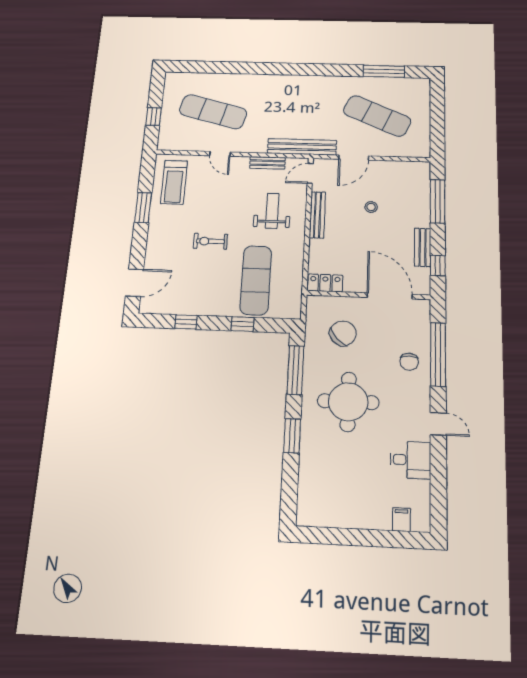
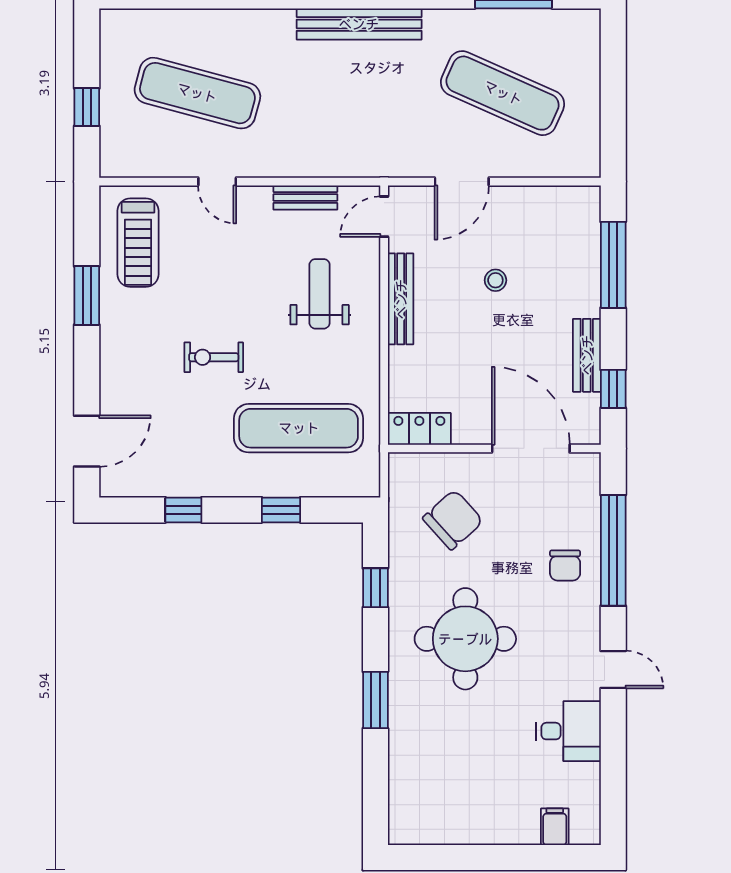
bench: (302, 147) -> (359, 24), moved
exercise mat: (256, 280) -> (299, 428), turned 90
window: (295, 370) -> (375, 588), width x0.46

